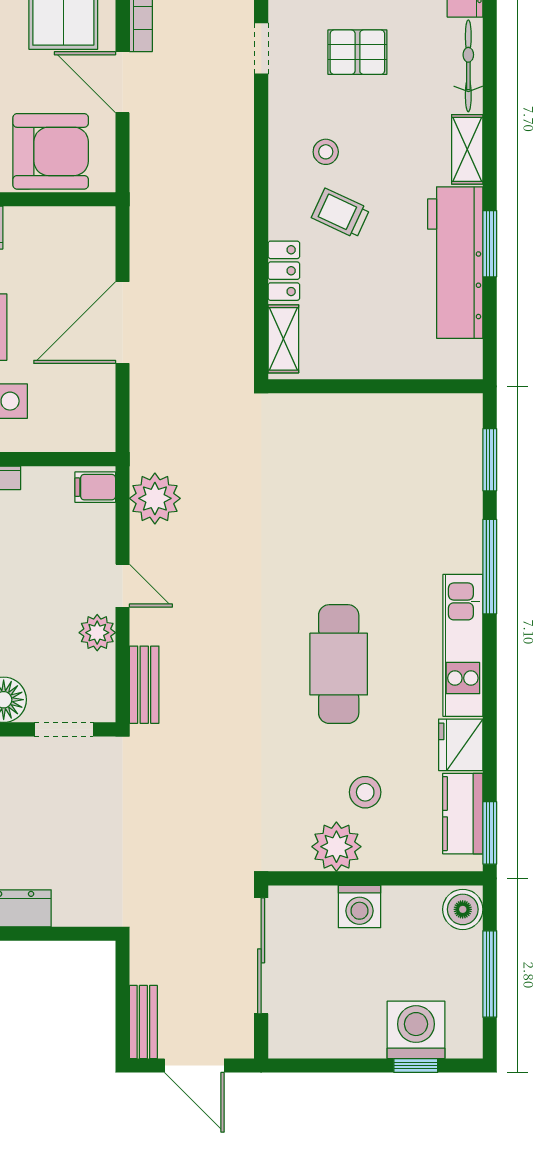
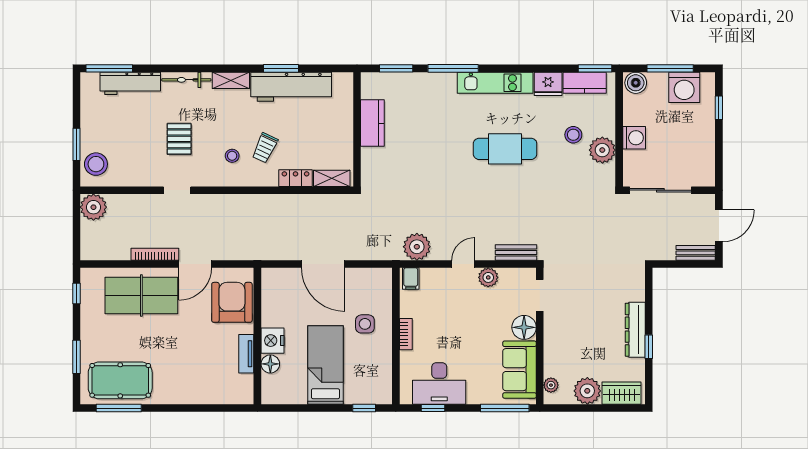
kitchen counter: (387, 415) -> (372, 123), added
washing machine: (416, 1030) -> (684, 87), moved, turned -90

